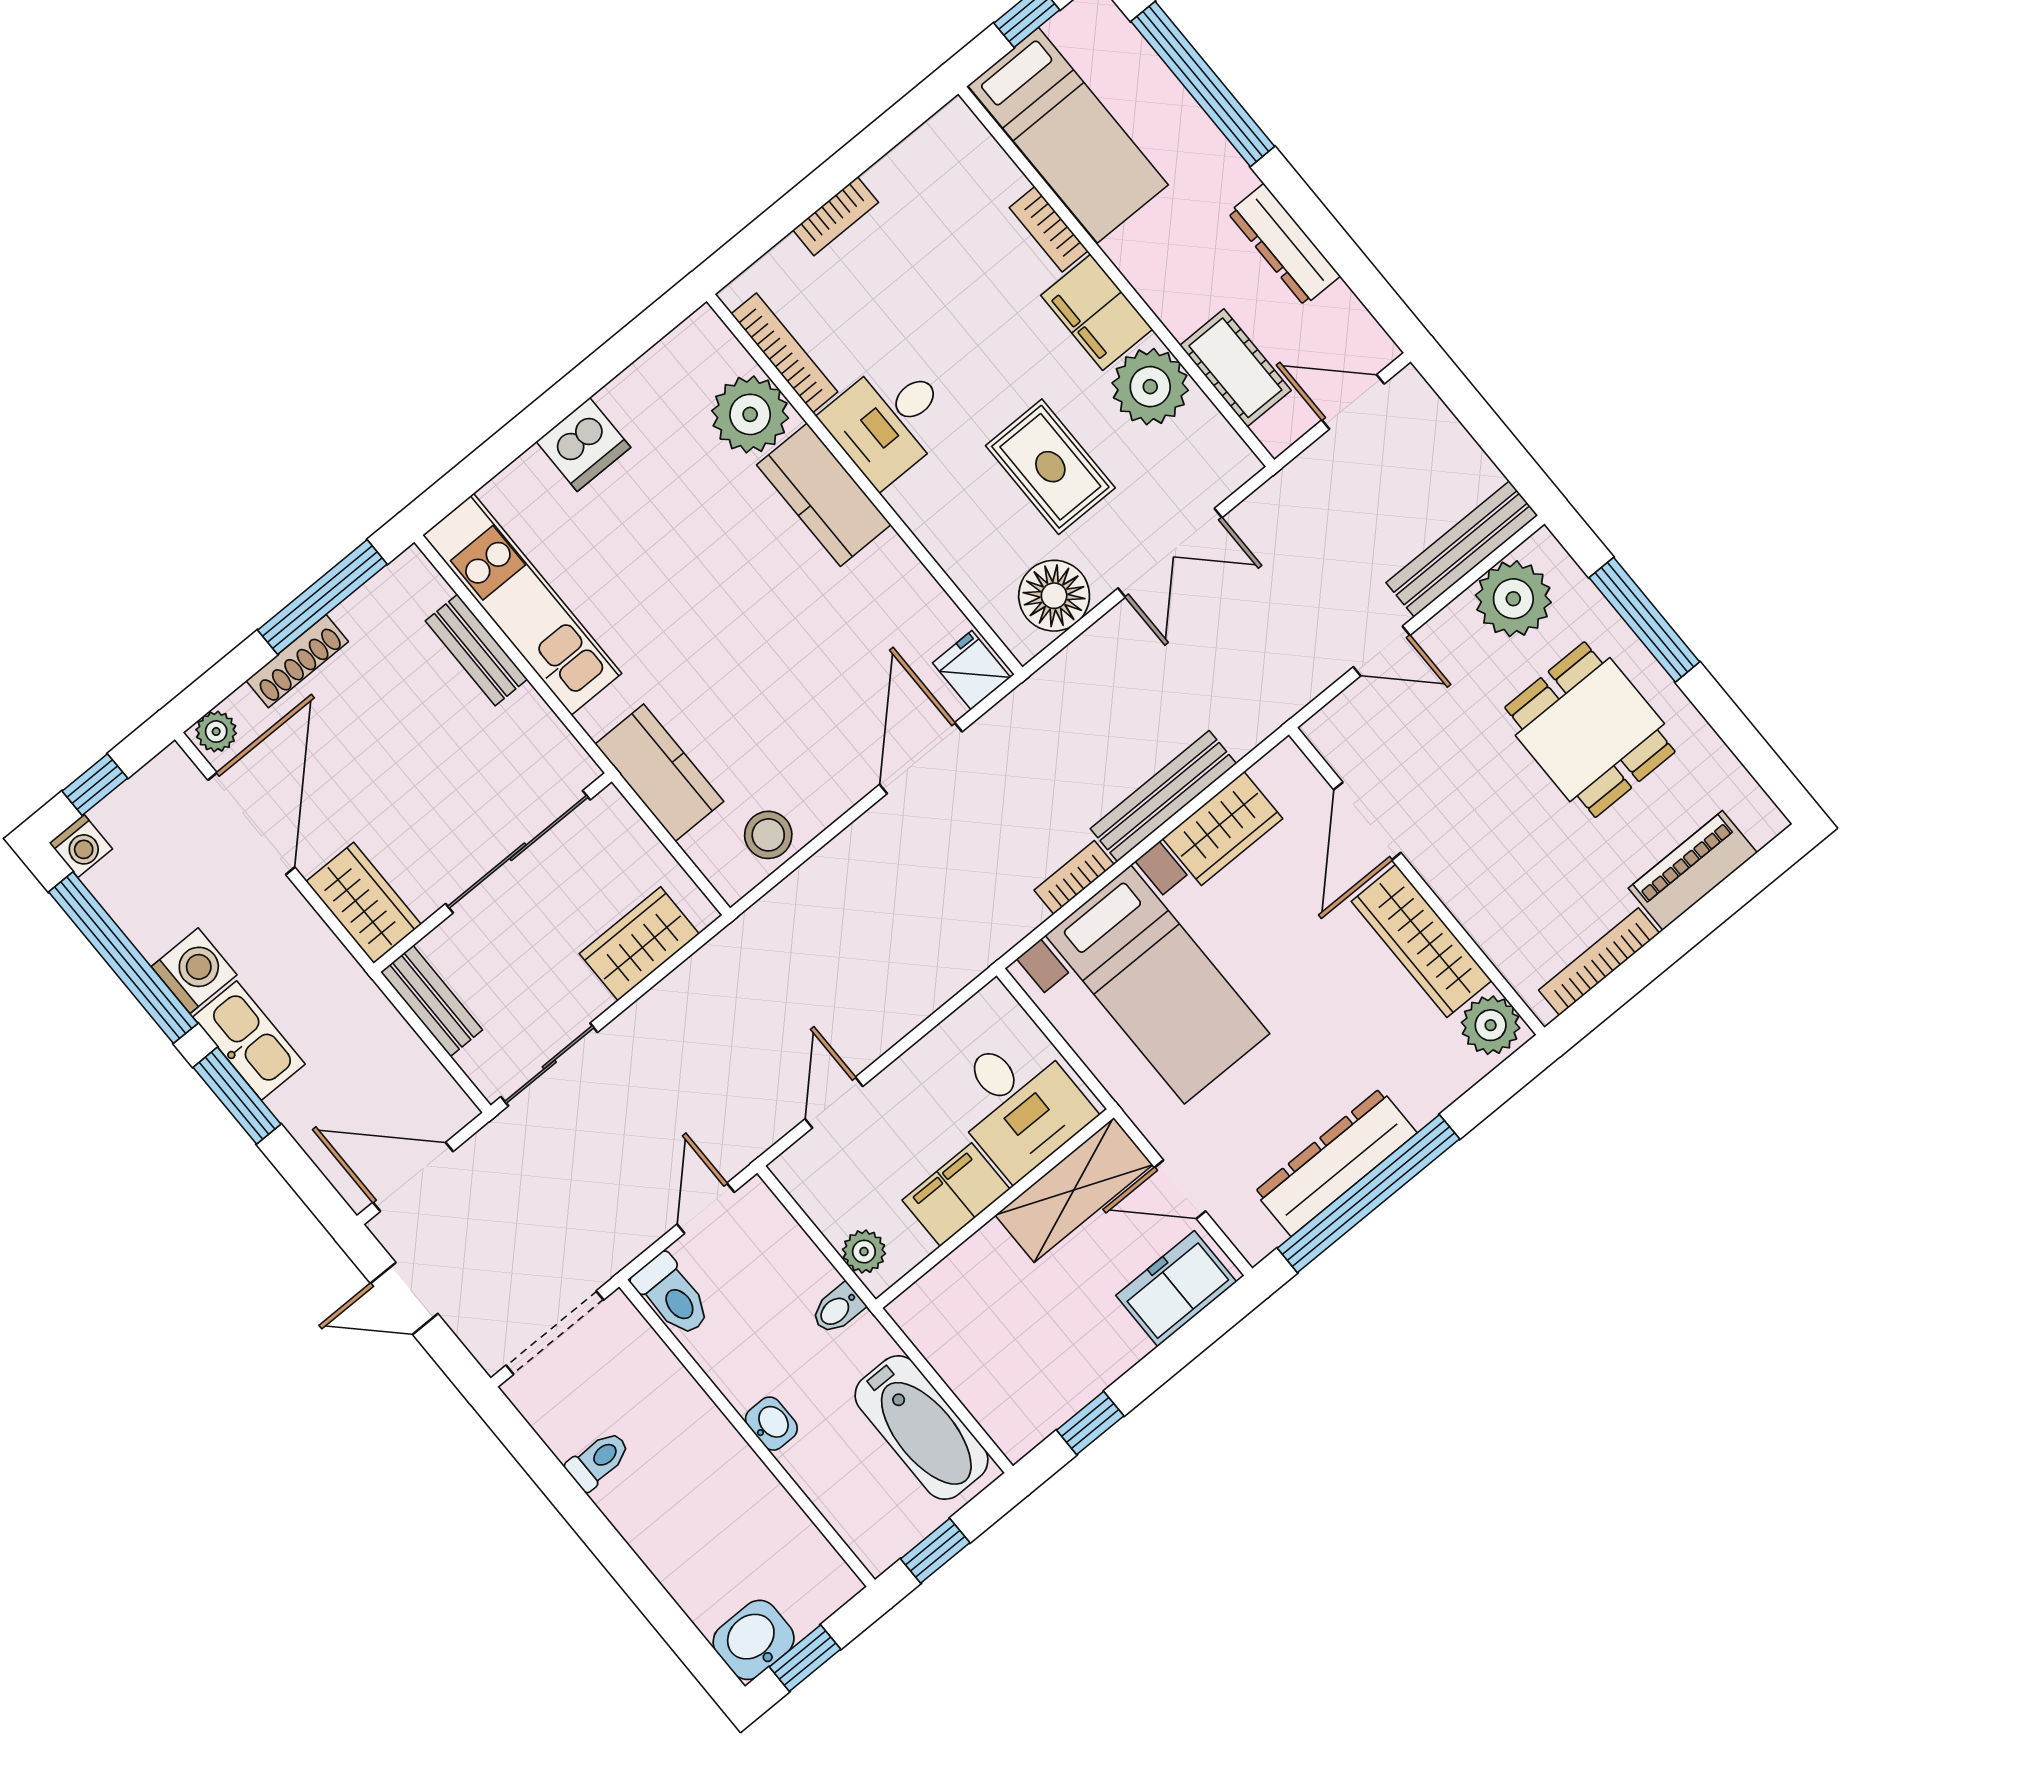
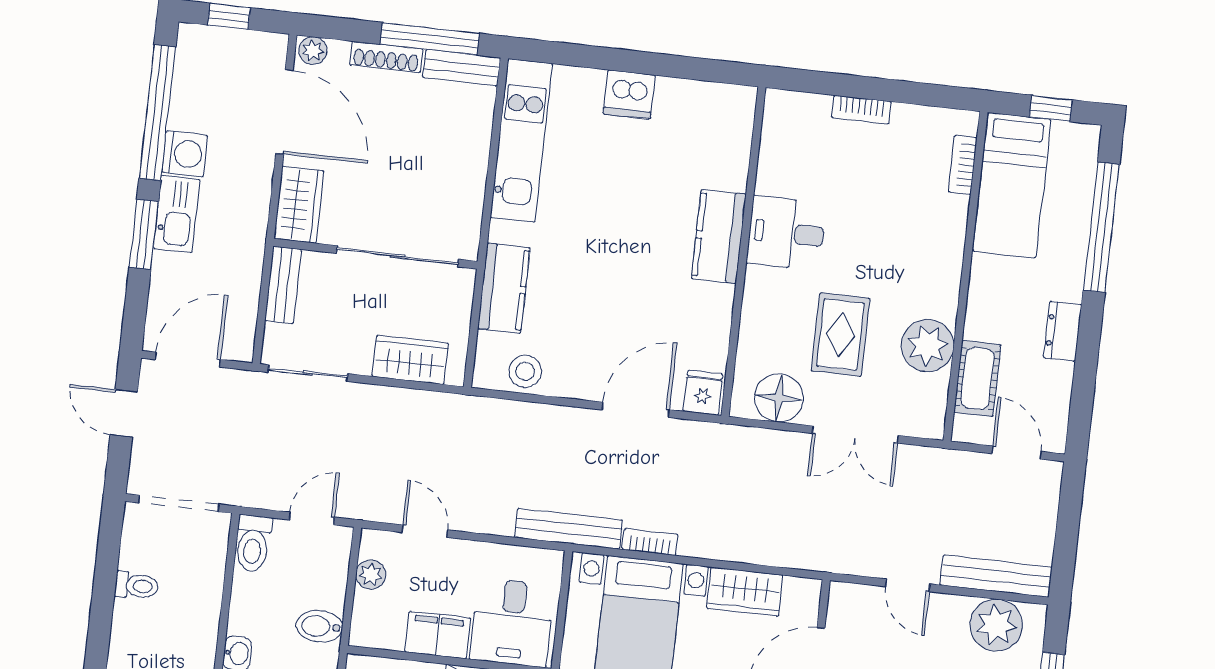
bookcase: (1049, 229) -> (963, 165), moved
dresser: (1284, 245) -> (1063, 331), width x0.70
filing cabinet: (1097, 312) -> (939, 284), removed
bookcase: (784, 353) -> (770, 150), removed
plant: (750, 414) -> (723, 162), removed
bench: (476, 650) -> (462, 68), moved, turned 90
bench: (1163, 796) -> (568, 529), moved
door: (251, 824) -> (284, 112), hinge flipped
washing machine: (81, 846) -> (192, 39), removed
door: (834, 1103) -> (425, 531), hinge flipped
door: (413, 1177) -> (188, 360), hinge flipped
plant: (864, 1252) -> (371, 575), moved
bidet: (837, 1309) -> (319, 626), width x1.38, depth x1.36

